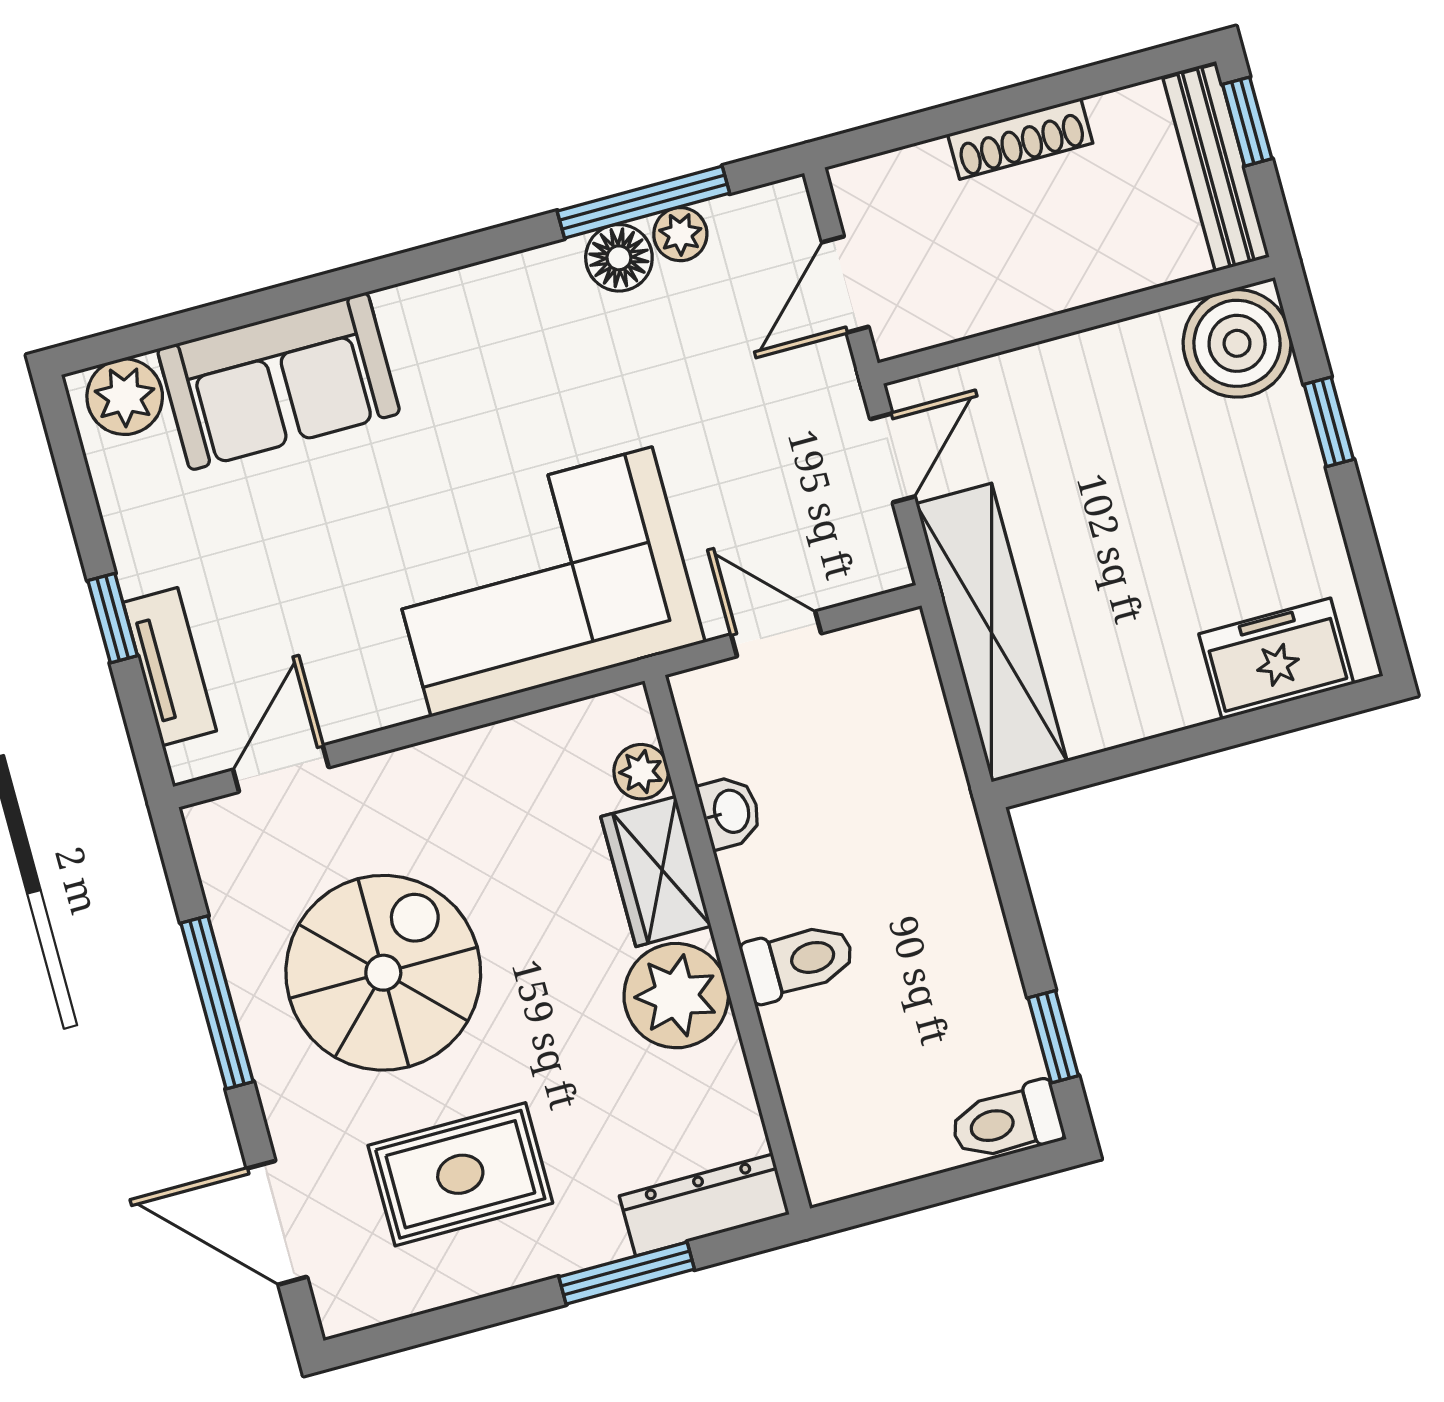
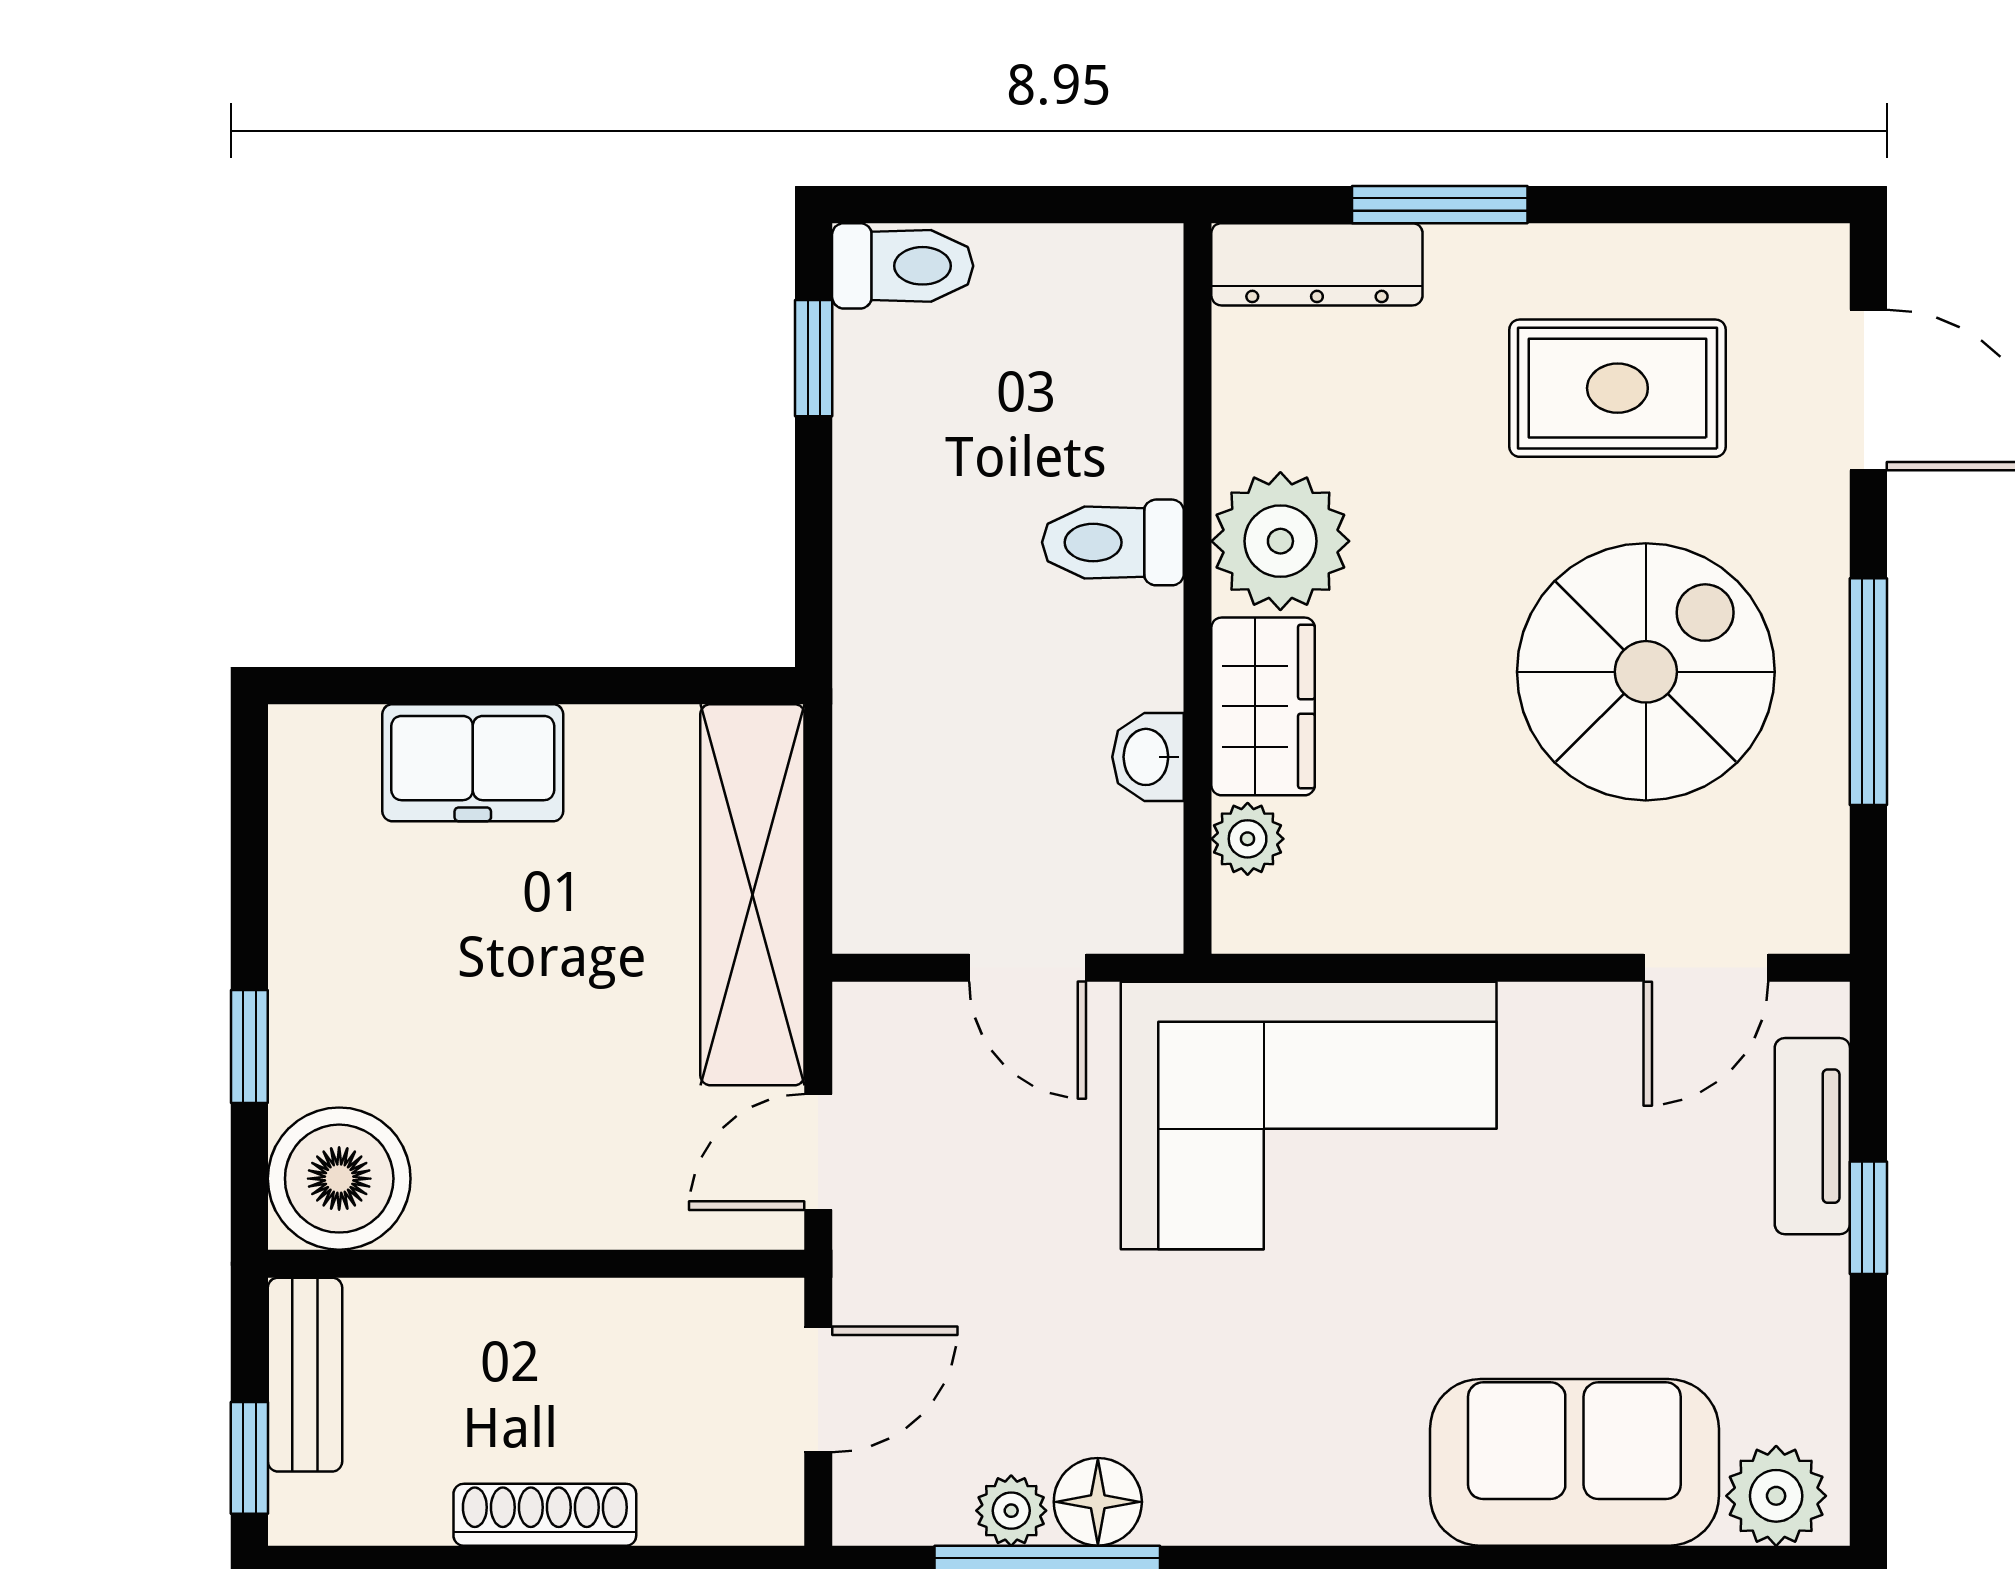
bench: (1216, 168) -> (305, 1375), width x0.73
freezer: (1276, 659) -> (473, 763), moved
spiral stairs: (383, 973) -> (1646, 672), turned 180

